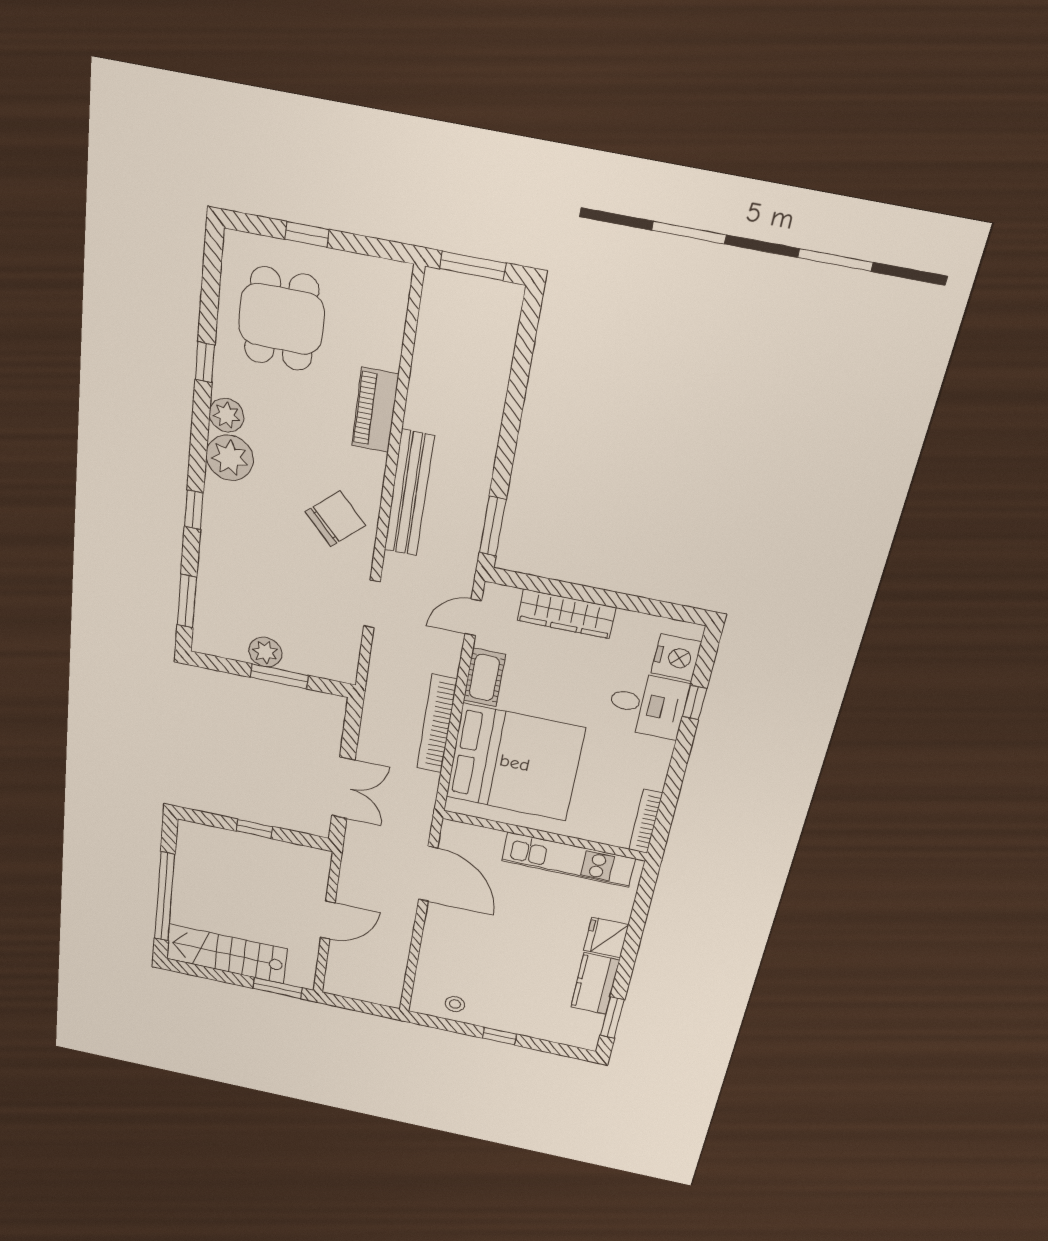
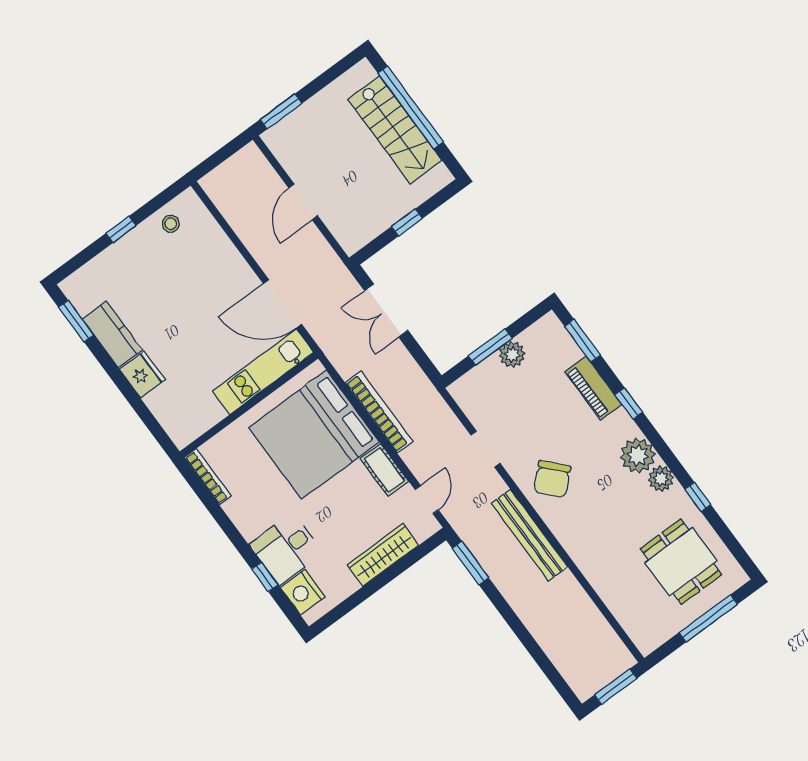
window: (307, 234) -> (708, 618), width x2.17
piano: (375, 410) -> (593, 388), moved, turned 180
kitchen unit: (568, 860) -> (263, 372), moved
stairs: (226, 954) -> (395, 130), moved, turned 90

